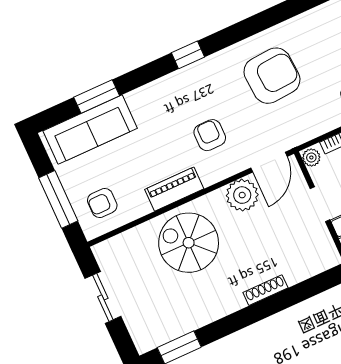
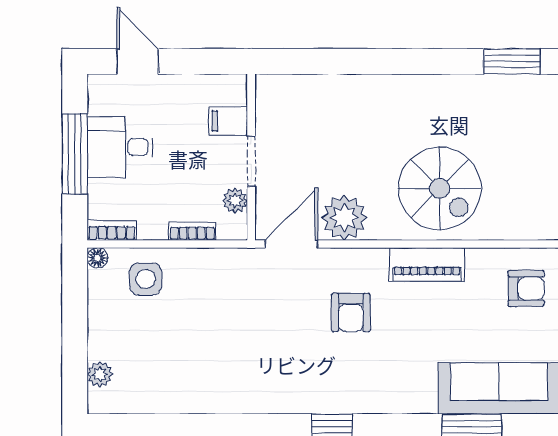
armchair: (272, 76) -> (238, 352), removed
plant: (311, 157) -> (235, 201), moved
shoe rack: (265, 290) -> (370, 84), removed

